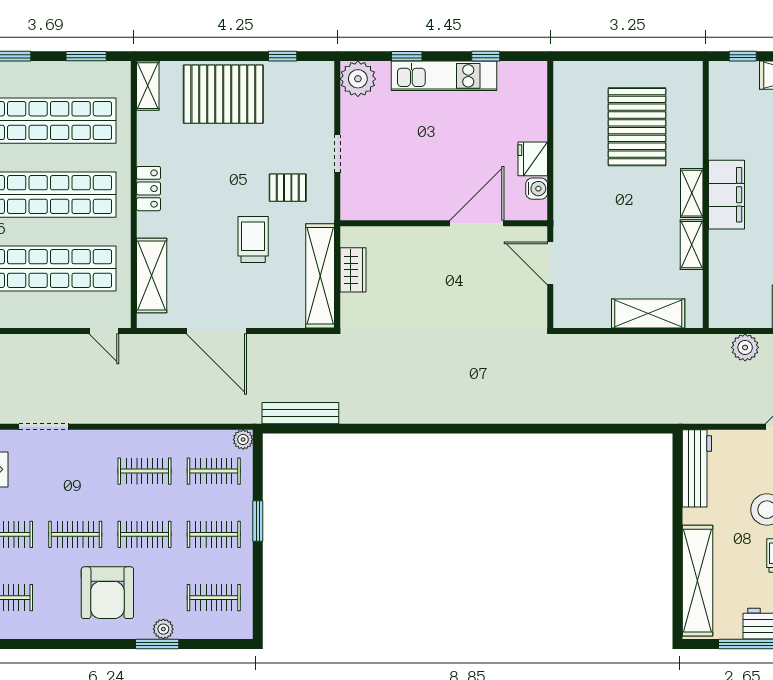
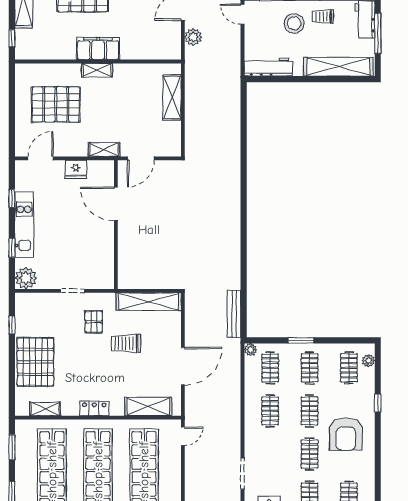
shelving: (148, 86) -> (45, 409), moved
door: (550, 102) -> (41, 158), added
water cooler: (537, 189) -> (94, 167), removed
shelving: (692, 245) -> (104, 150), moved
wardrobe: (353, 270) -> (145, 281), removed
armchair: (107, 593) -> (346, 434), turned 90
plant: (163, 629) -> (368, 361), moved
window: (157, 644) -> (378, 403), width x0.67

